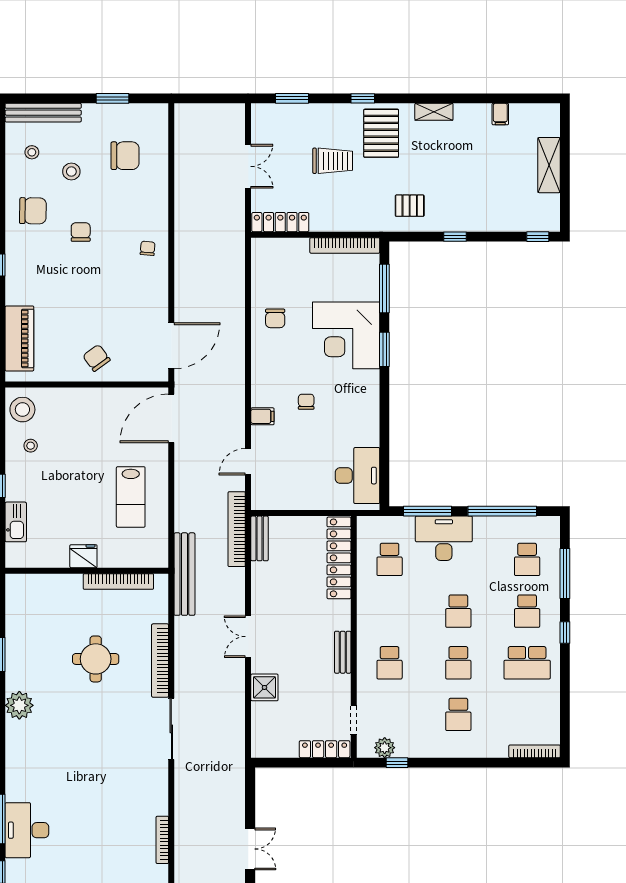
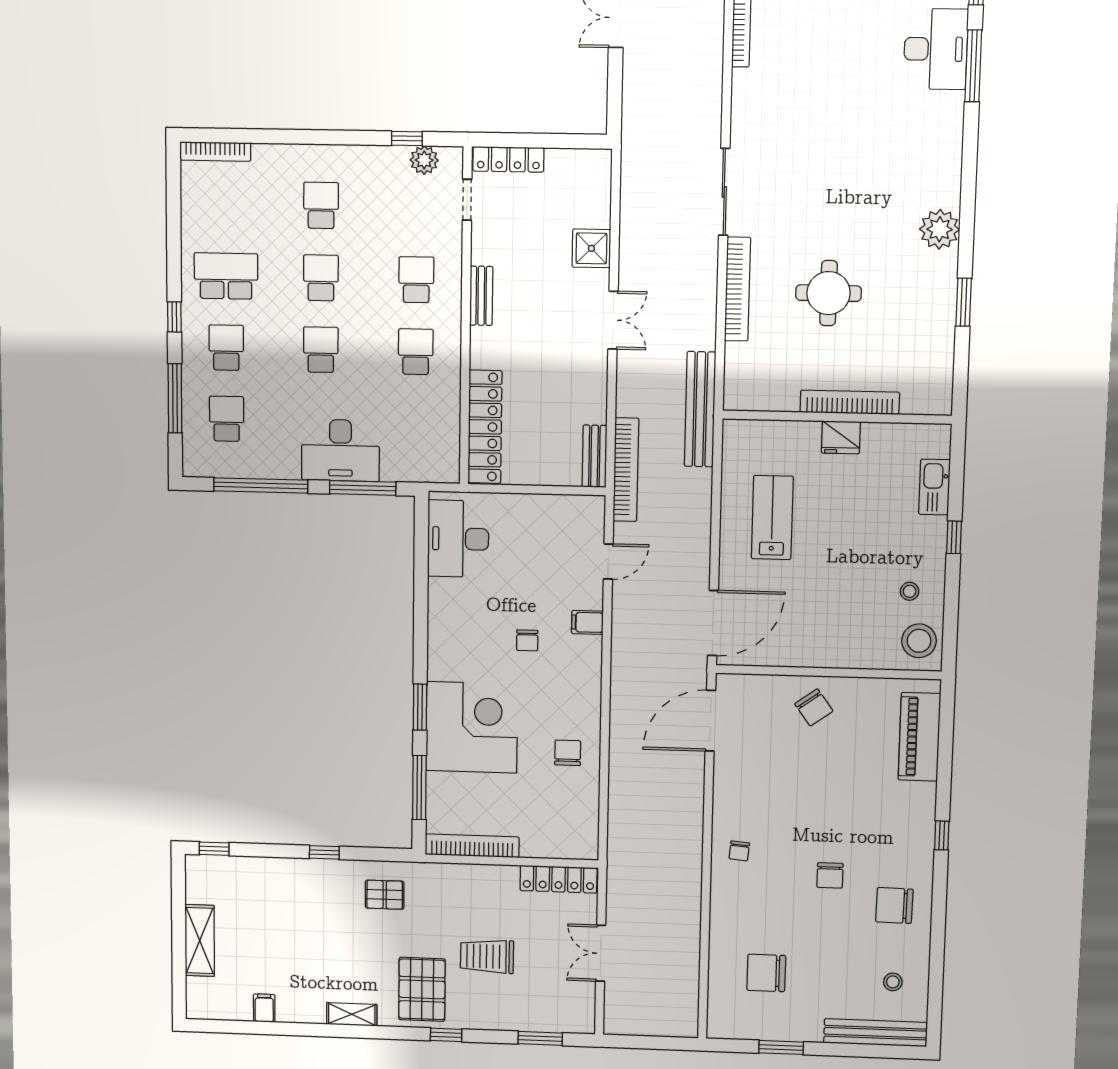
stool: (71, 172) -> (840, 955), removed
school desk: (390, 559) -> (416, 352), moved
bookcase: (118, 582) -> (850, 402), moved

